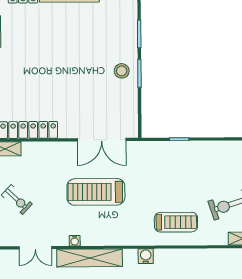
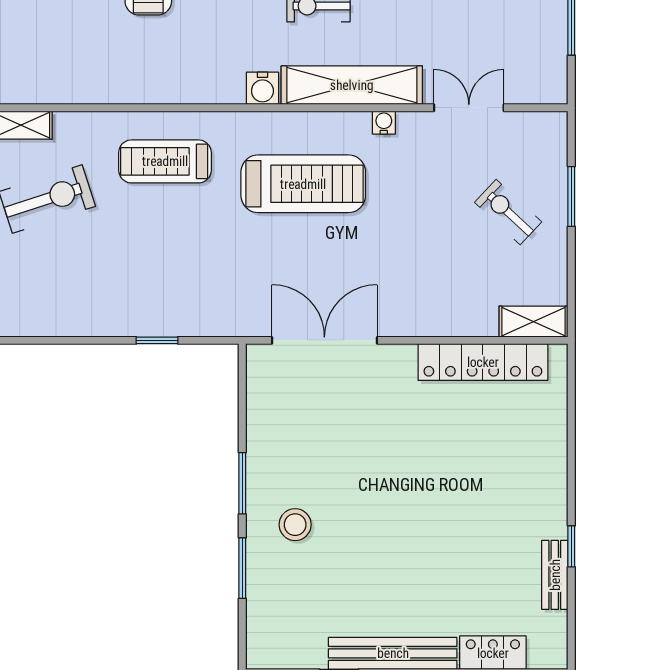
stool: (122, 71) -> (295, 525), moved
treadmill: (96, 192) -> (303, 184), moved
water cooler: (146, 256) -> (262, 88), moved

